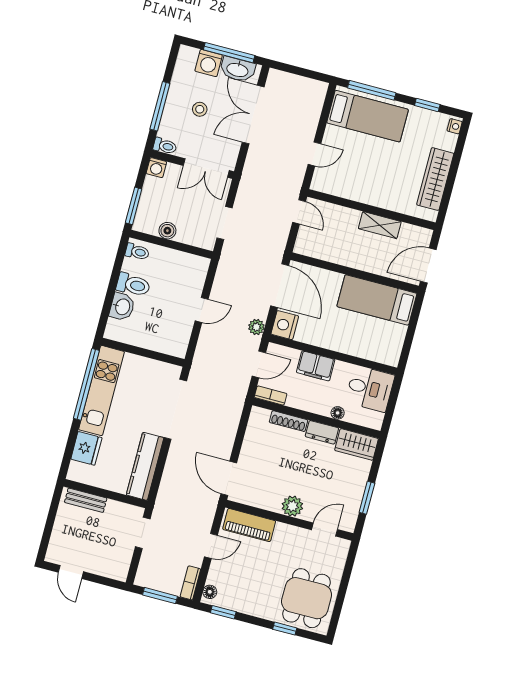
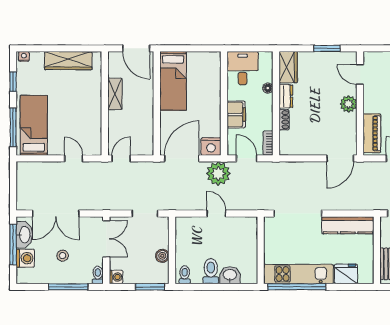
plant: (256, 327) -> (218, 174), width x1.88, depth x1.88
shoe rack: (289, 421) -> (284, 120), width x0.70

